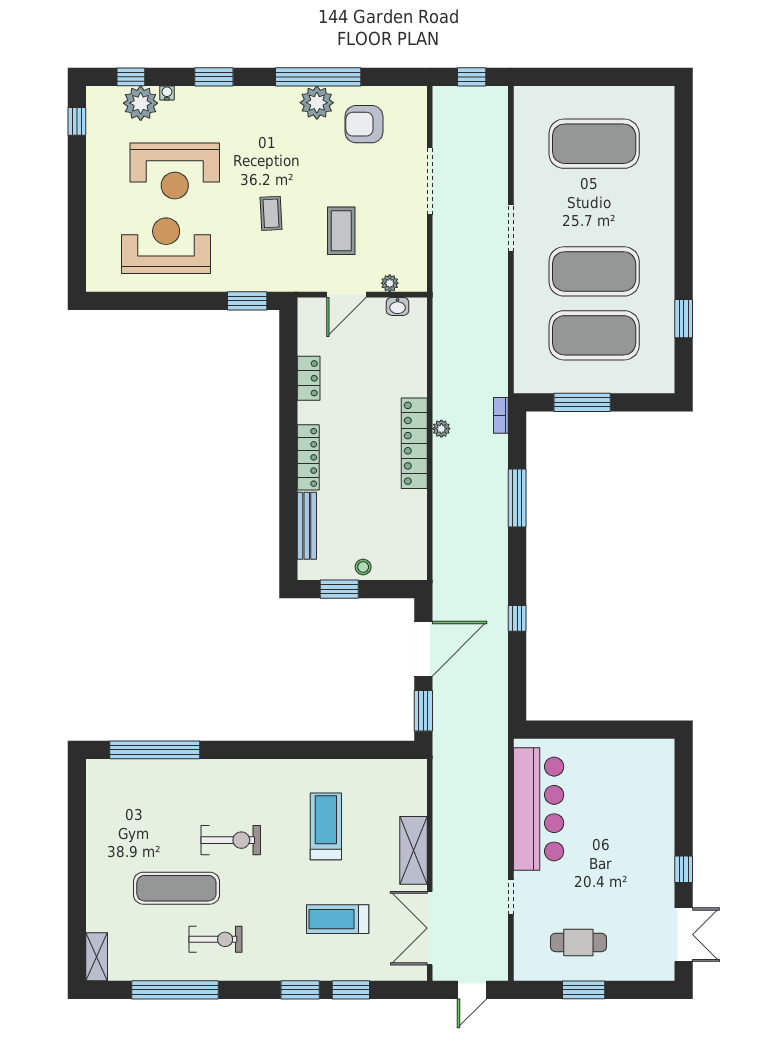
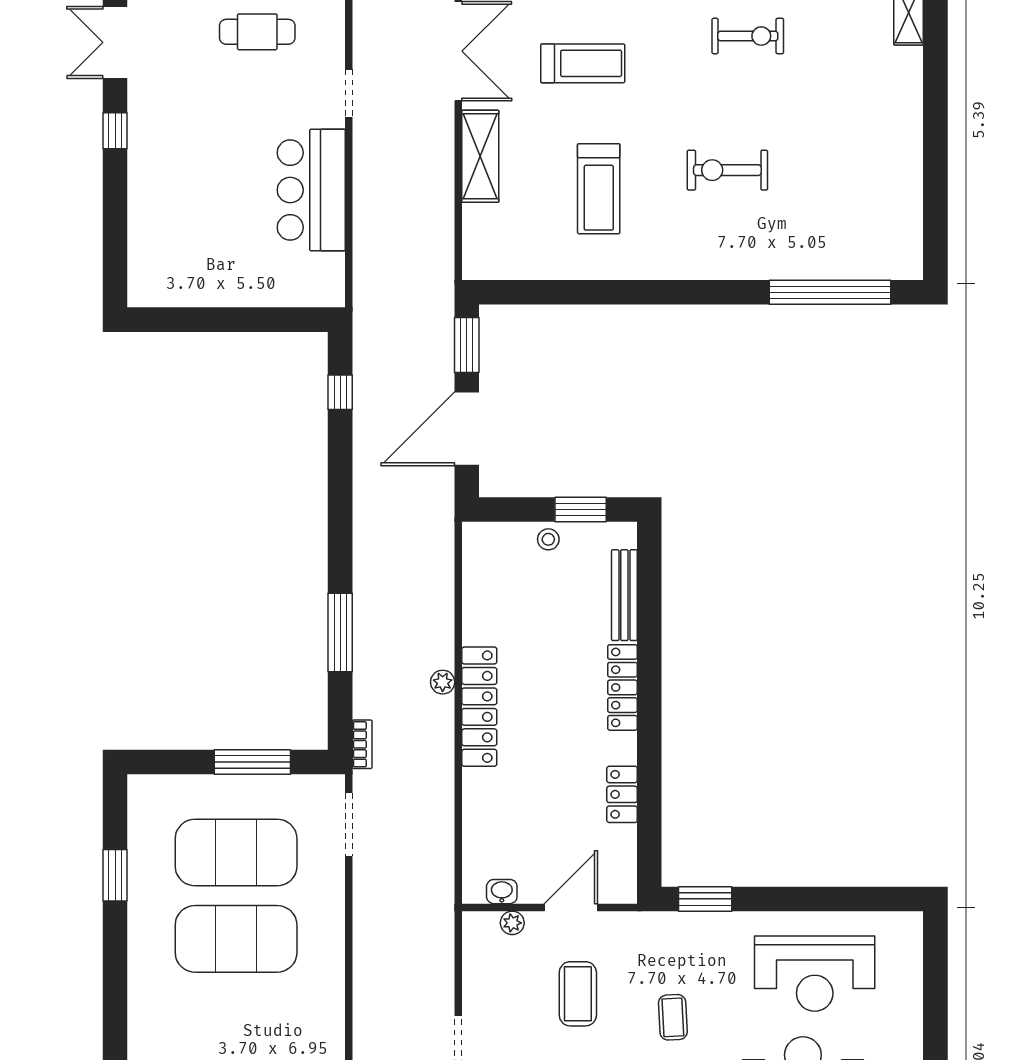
doorway: (511, 228) -> (349, 825), moved
plant: (441, 429) -> (443, 682), moved
window: (517, 618) -> (340, 392), moved
bar counter: (539, 809) -> (311, 190), width x0.73
exercise mat: (176, 888) -> (801, 105), removed
exercise bike: (216, 939) -> (748, 36), turned 180

